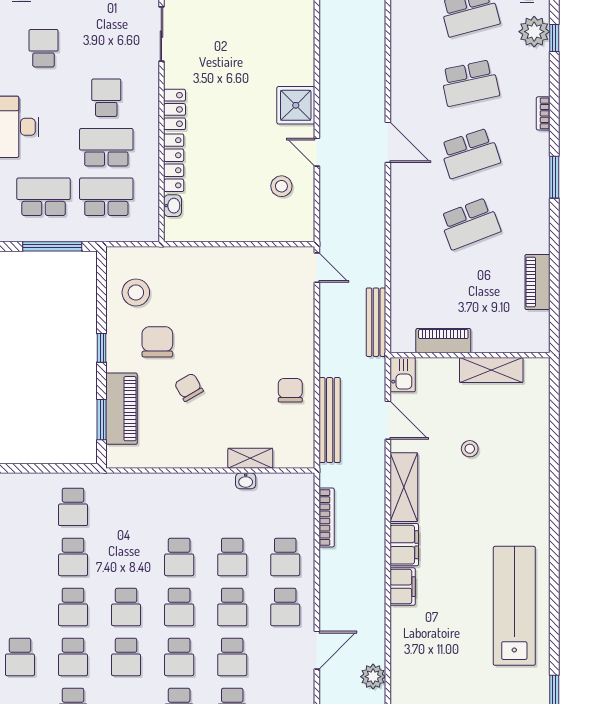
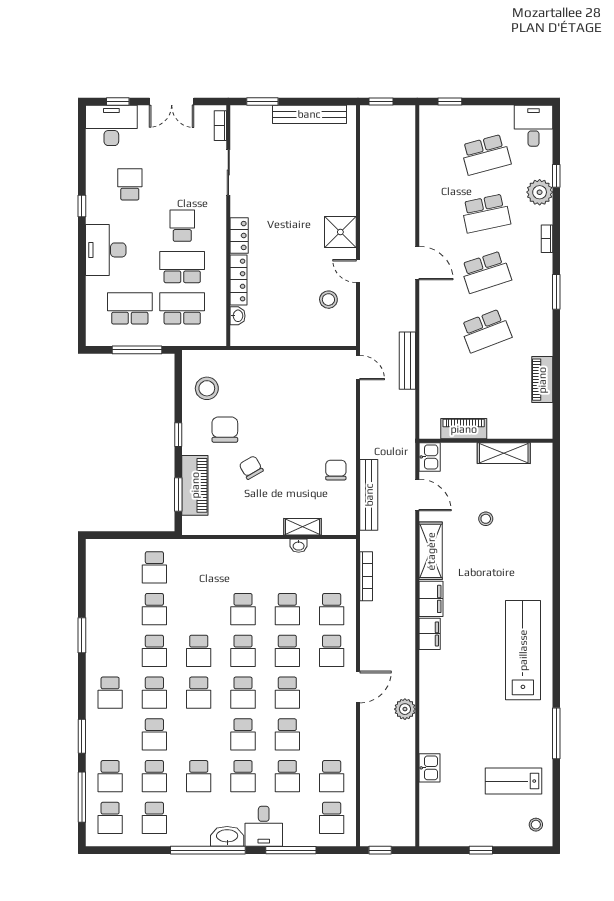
plant: (534, 32) -> (540, 192), moved
bench: (376, 322) -> (407, 361), moved

